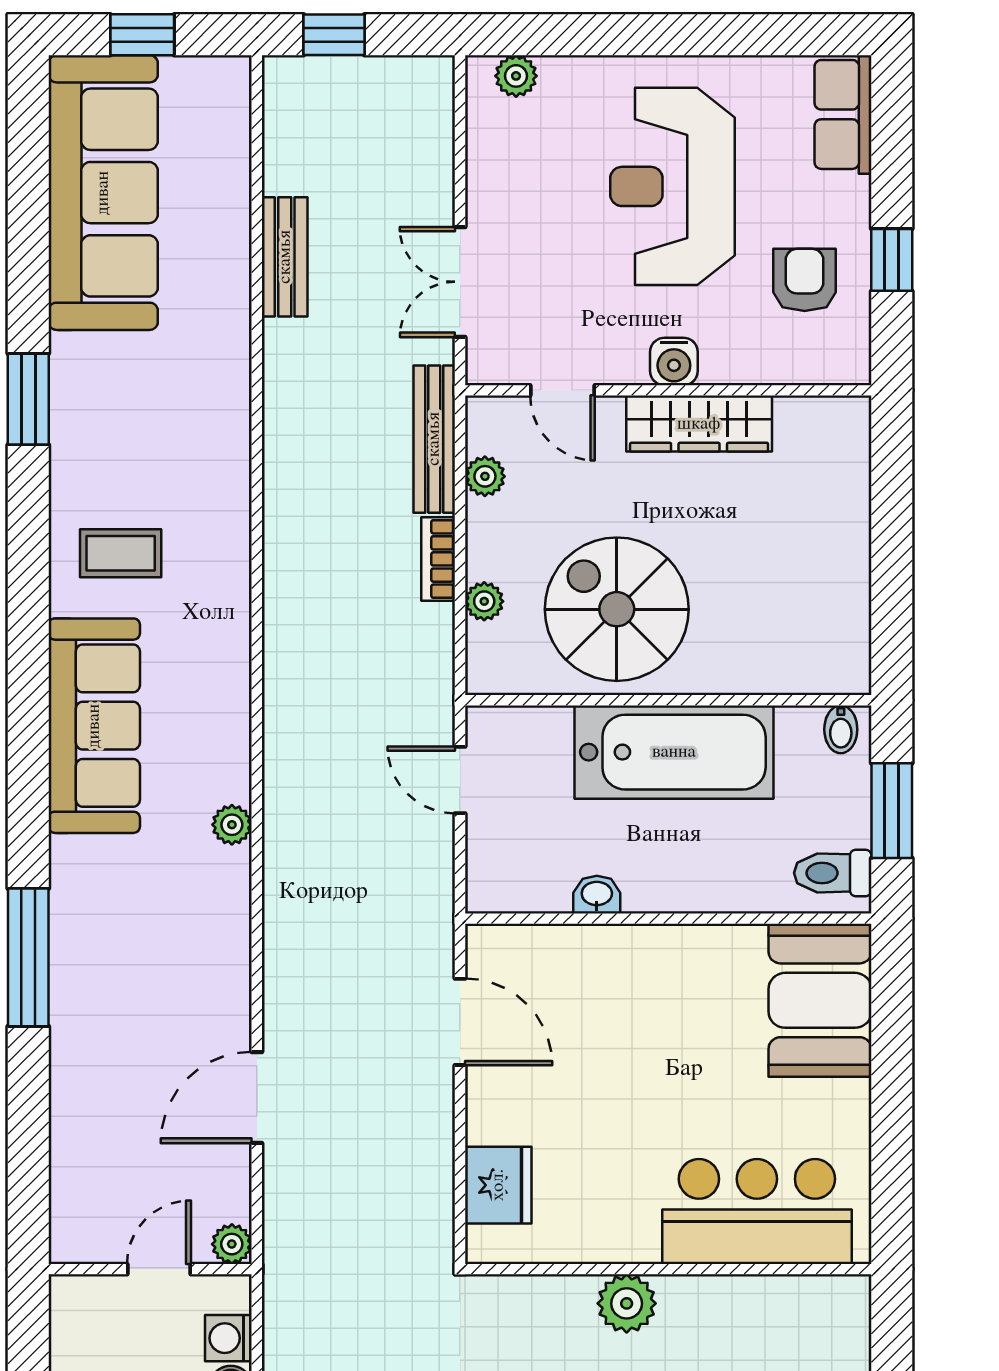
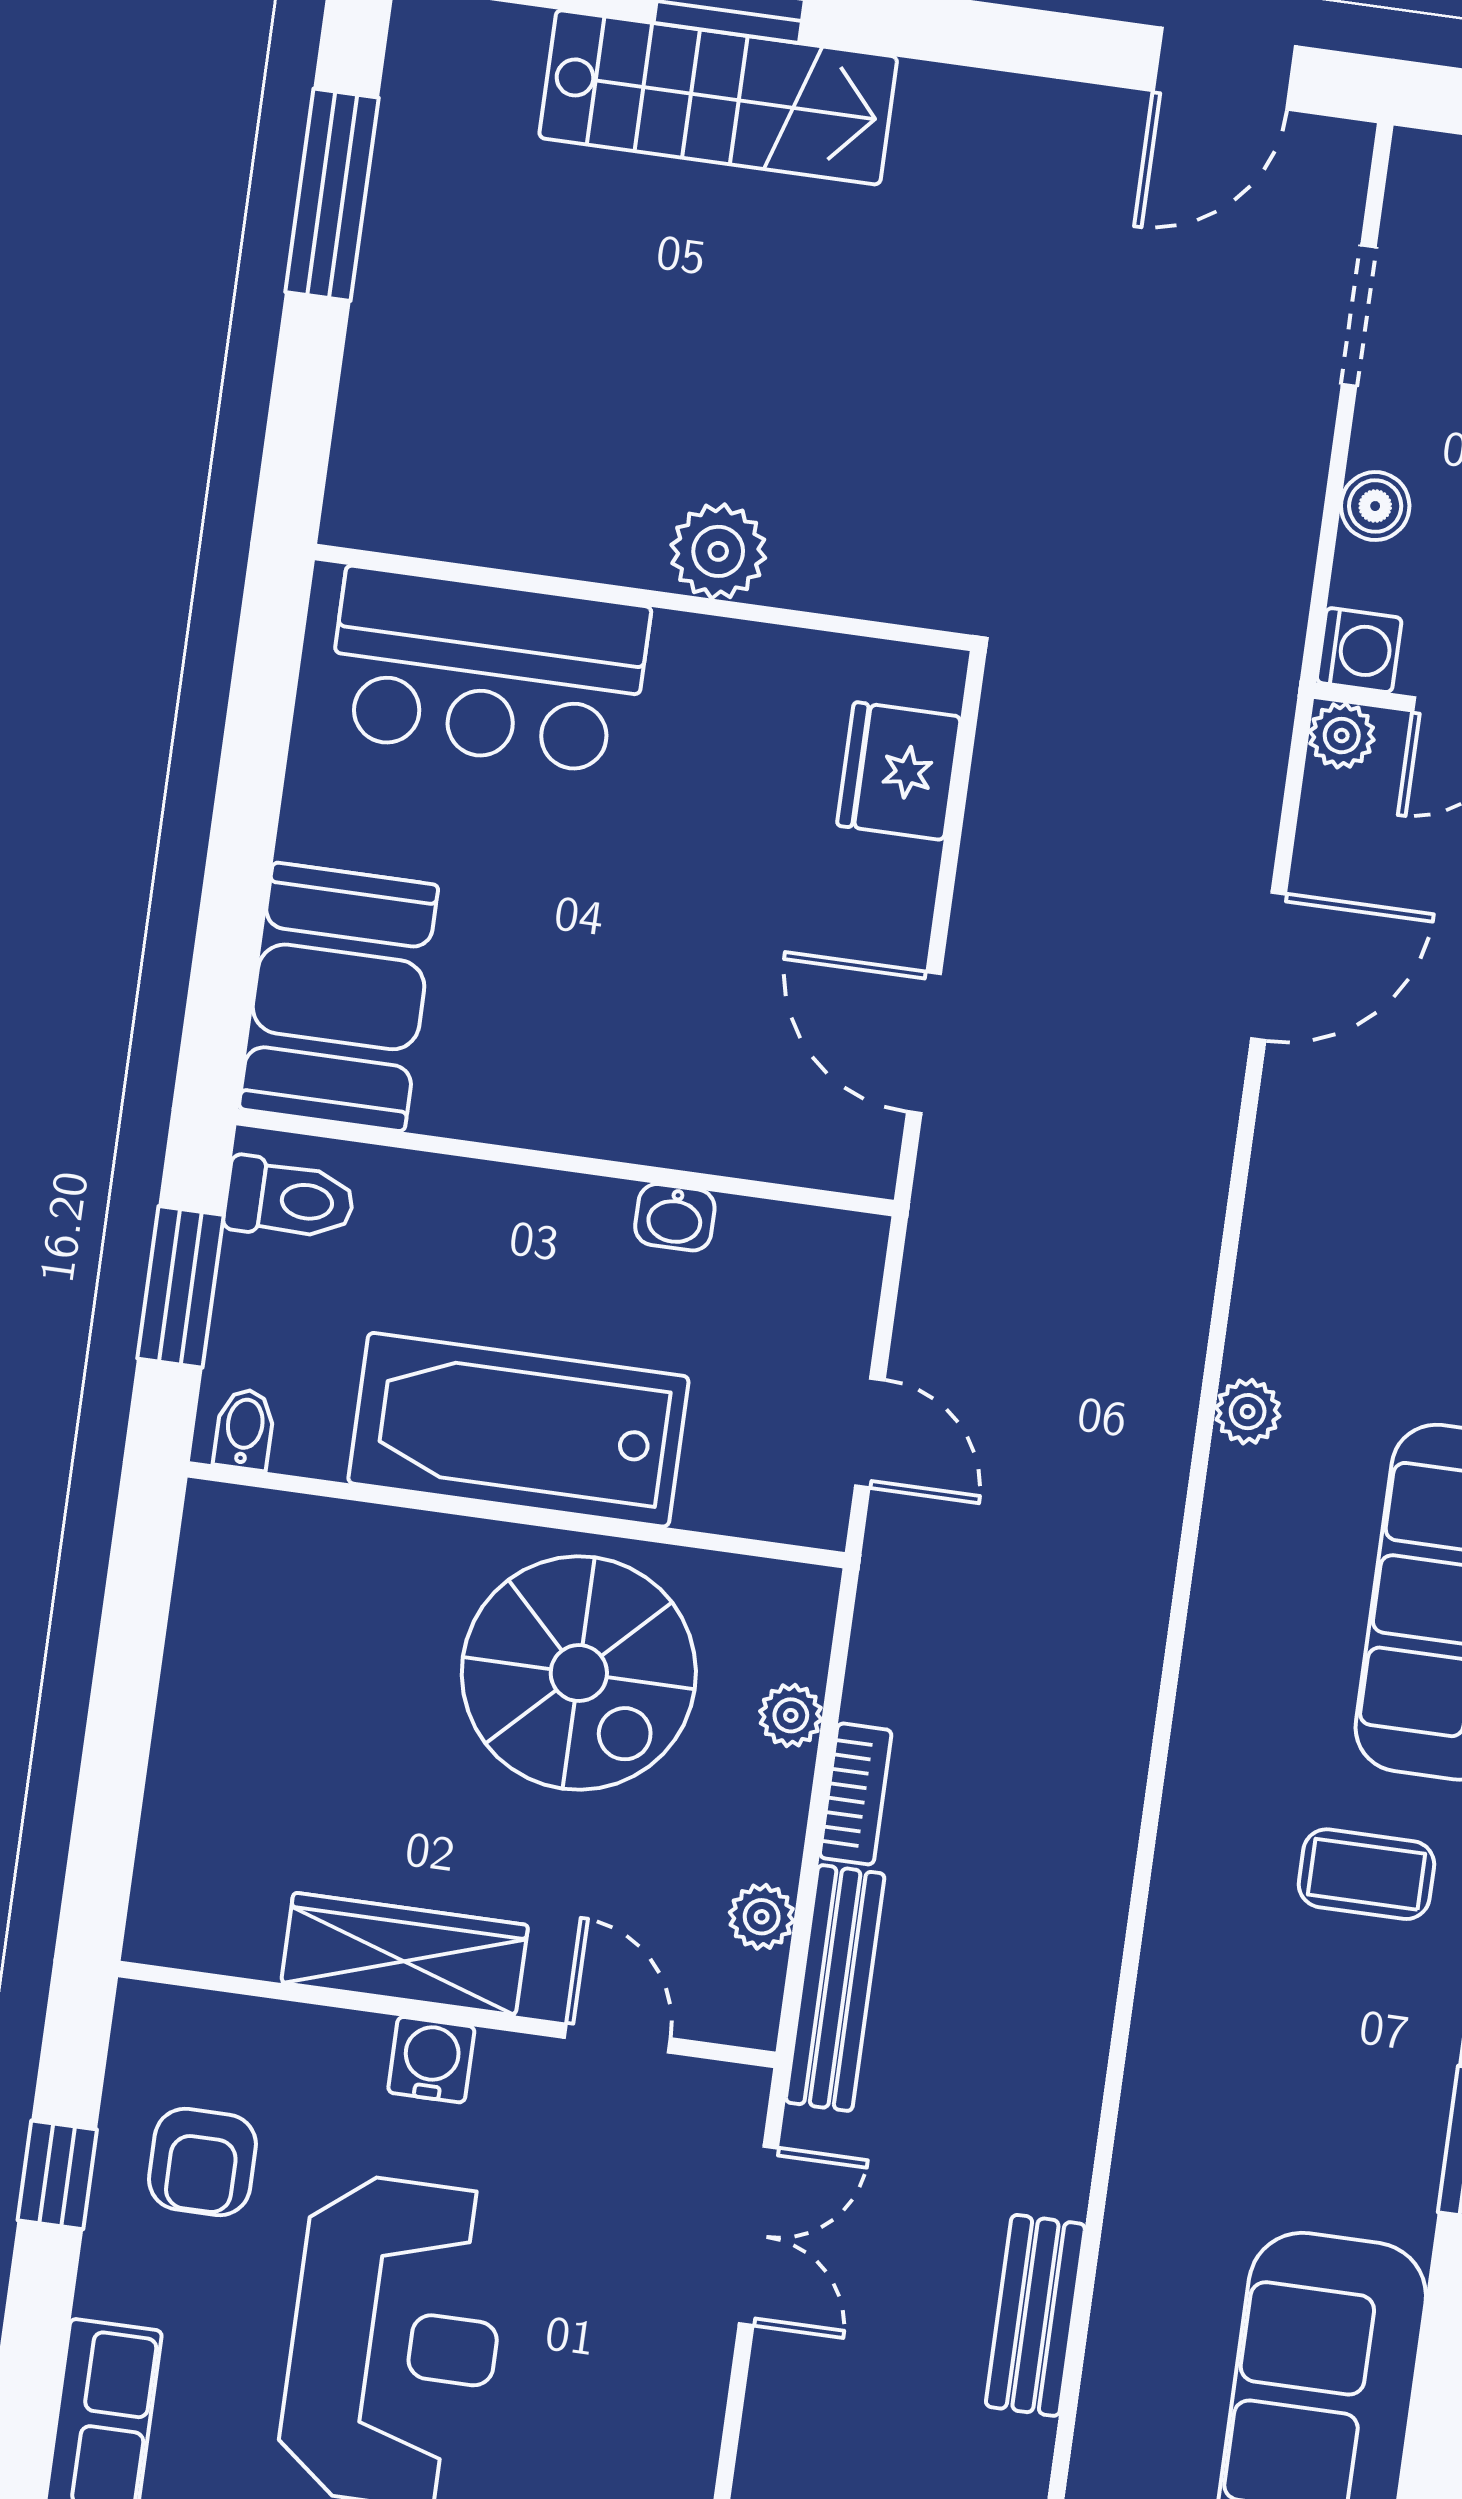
washing machine: (228, 1338) -> (1359, 650), moved

